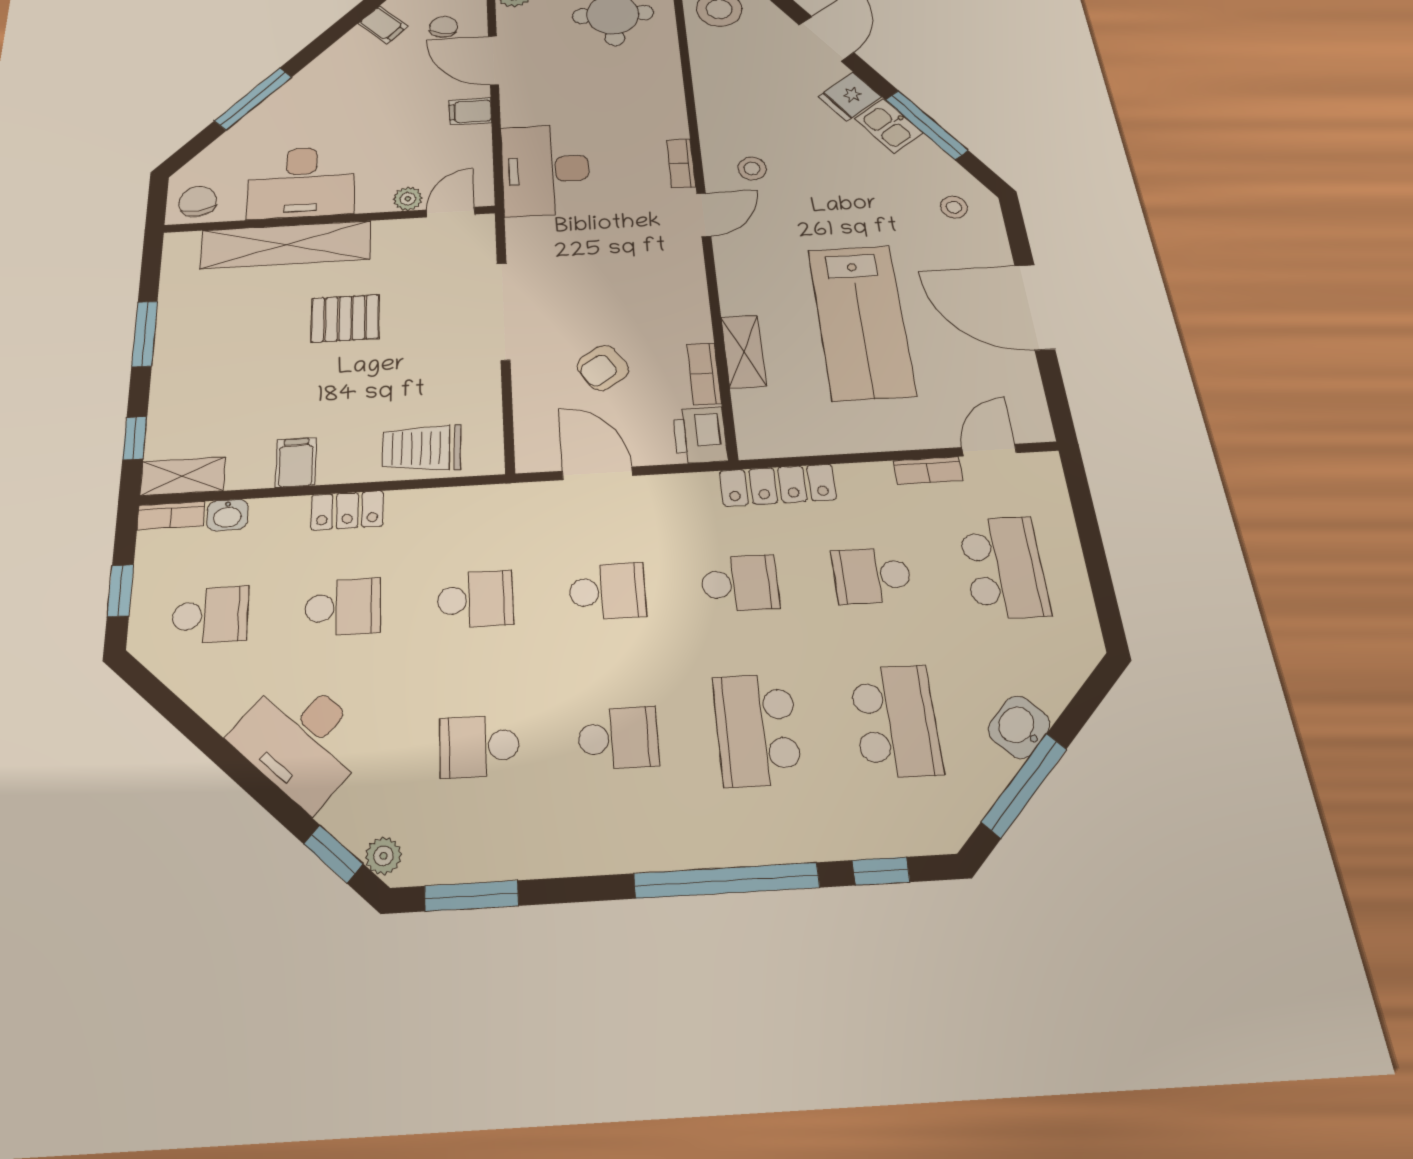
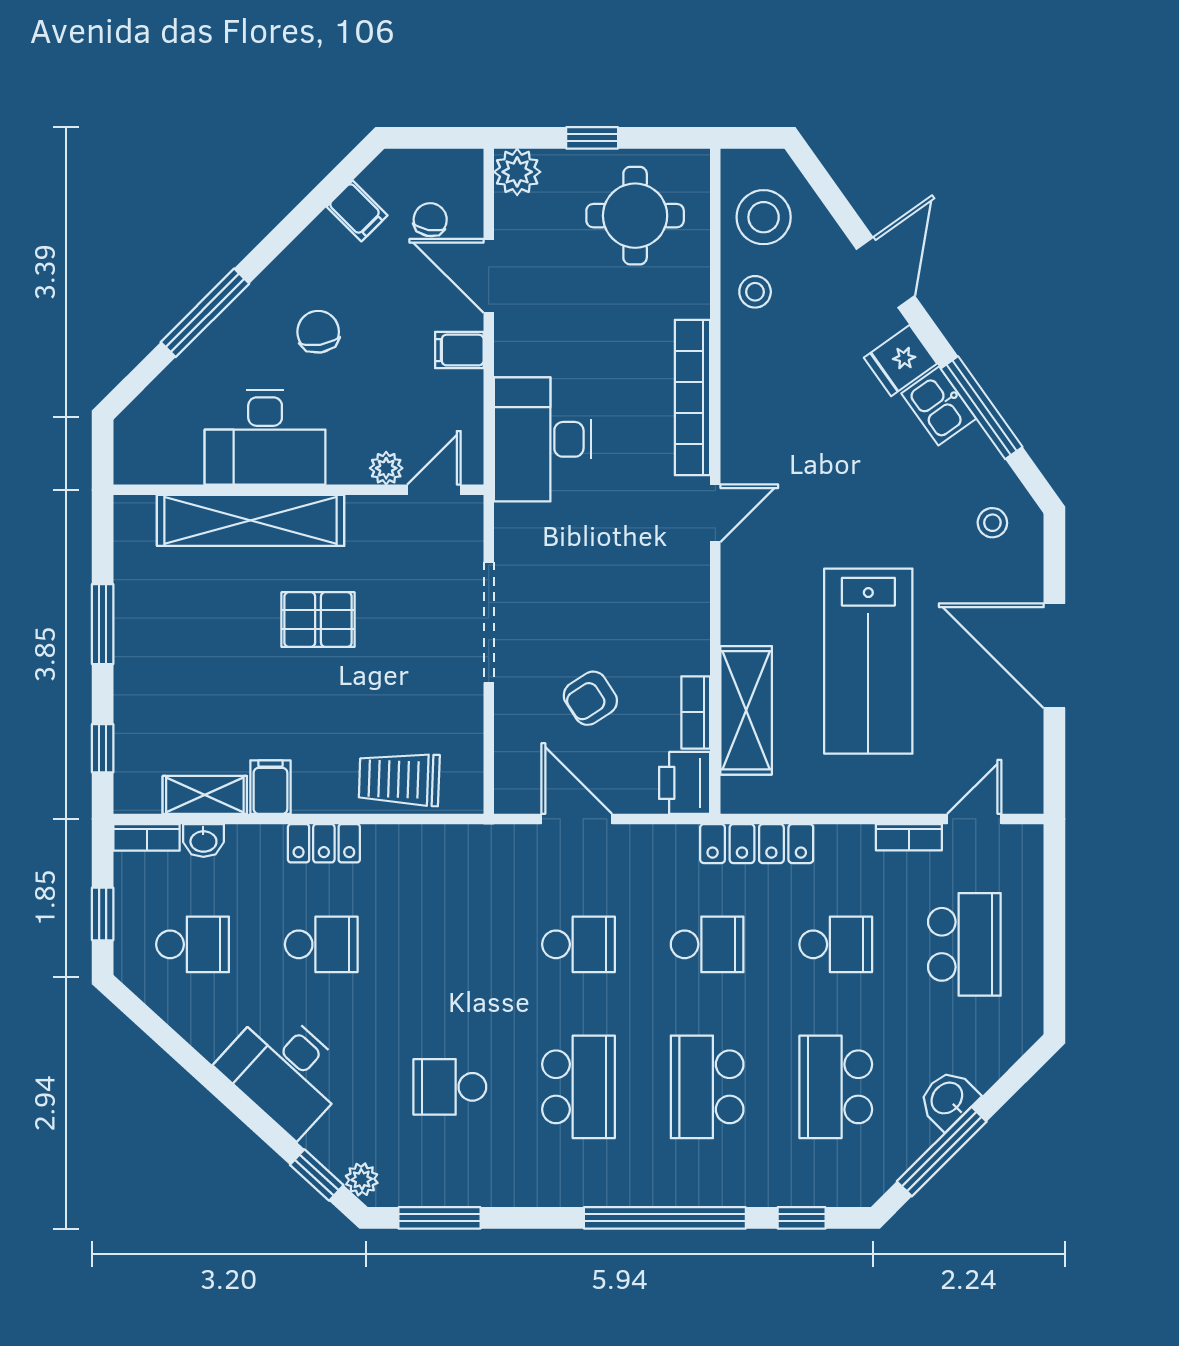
bookcase: (681, 163) -> (693, 397), width x2.31, depth x1.31
stool: (752, 168) -> (755, 292), moved
chair: (198, 201) -> (318, 332), moved
shelving: (744, 352) -> (746, 710), width x1.50, depth x1.33
shelving: (183, 476) -> (205, 795), moved
school desk: (872, 575) -> (836, 944), turned 180
school desk: (475, 599) -> (450, 944), removed
school desk: (896, 721) -> (836, 1087), turned 180
school desk: (618, 738) -> (578, 1087), width x1.85

